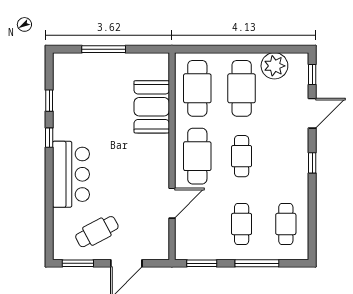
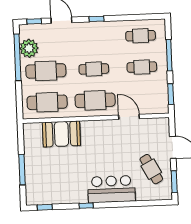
window: (262, 49) -> (17, 57), added
window: (49, 101) -> (45, 207), moved

